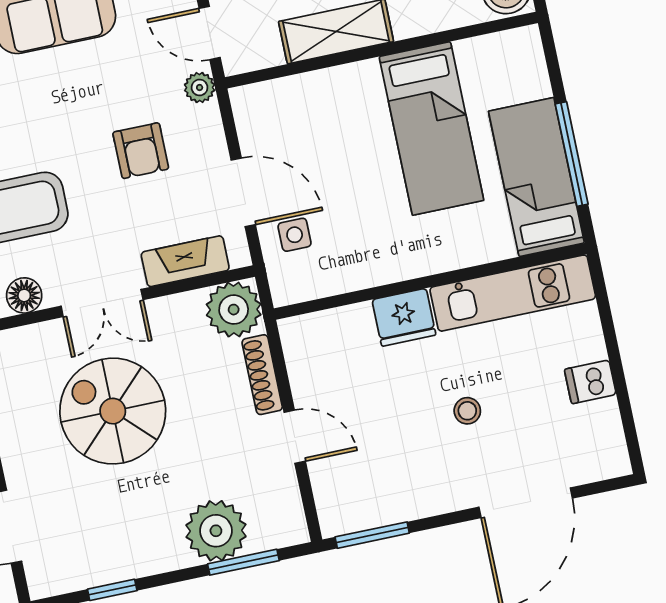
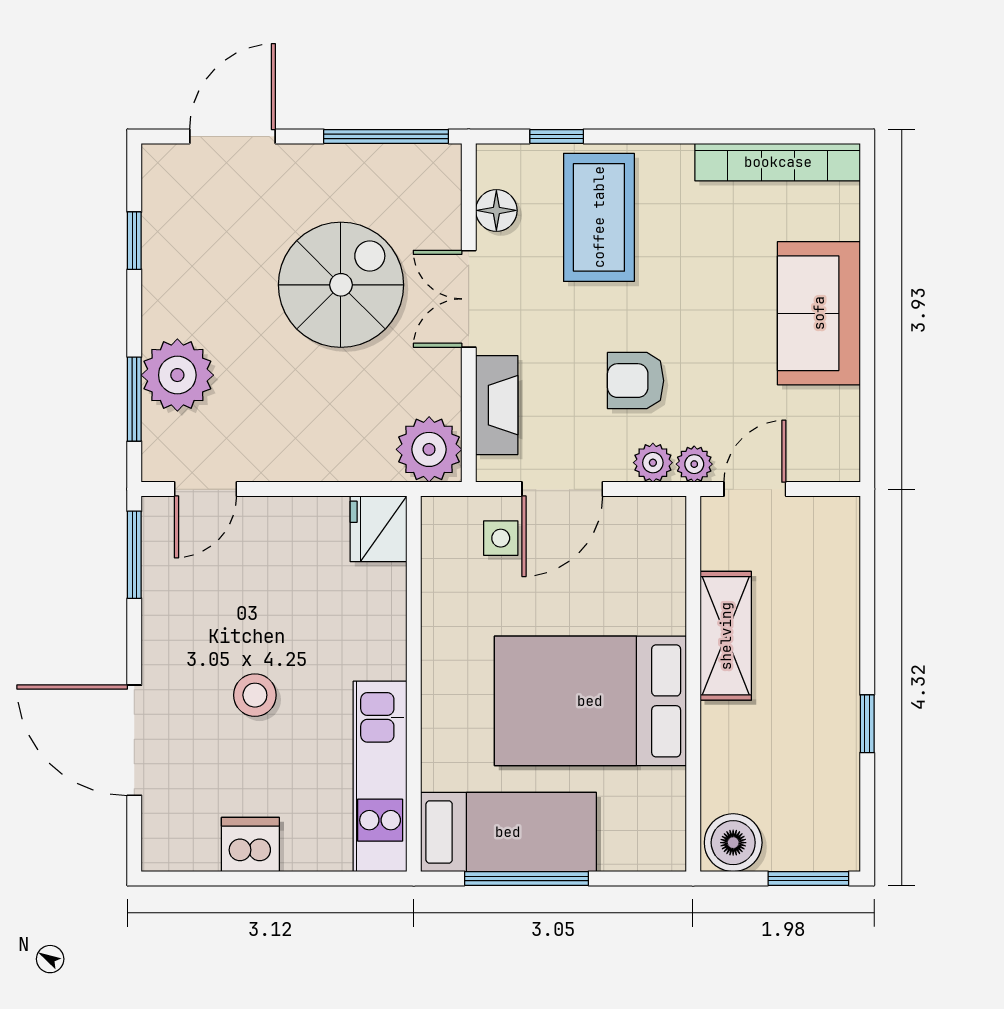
plant: (206, 122) -> (653, 463), added
bed: (431, 128) -> (590, 701), width x1.50
fridge: (404, 317) -> (379, 529), moved
shoe rack: (262, 375) -> (347, 467), removed
dishwasher: (590, 382) -> (250, 844), width x1.38
stool: (467, 411) -> (255, 695), width x1.37, depth x1.37
door: (295, 437) -> (205, 489), moved

